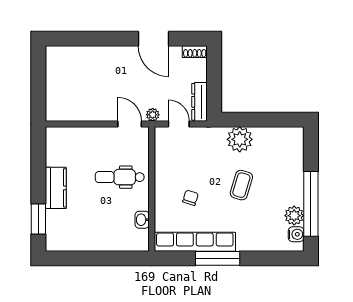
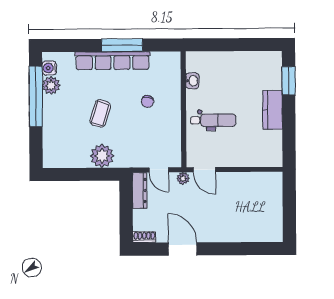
row of seats: (195, 242) -> (112, 61), moved

